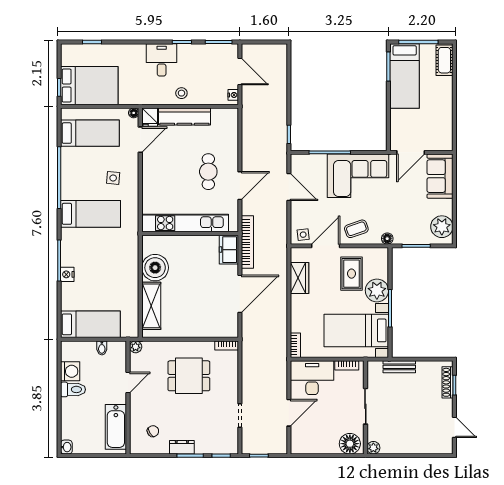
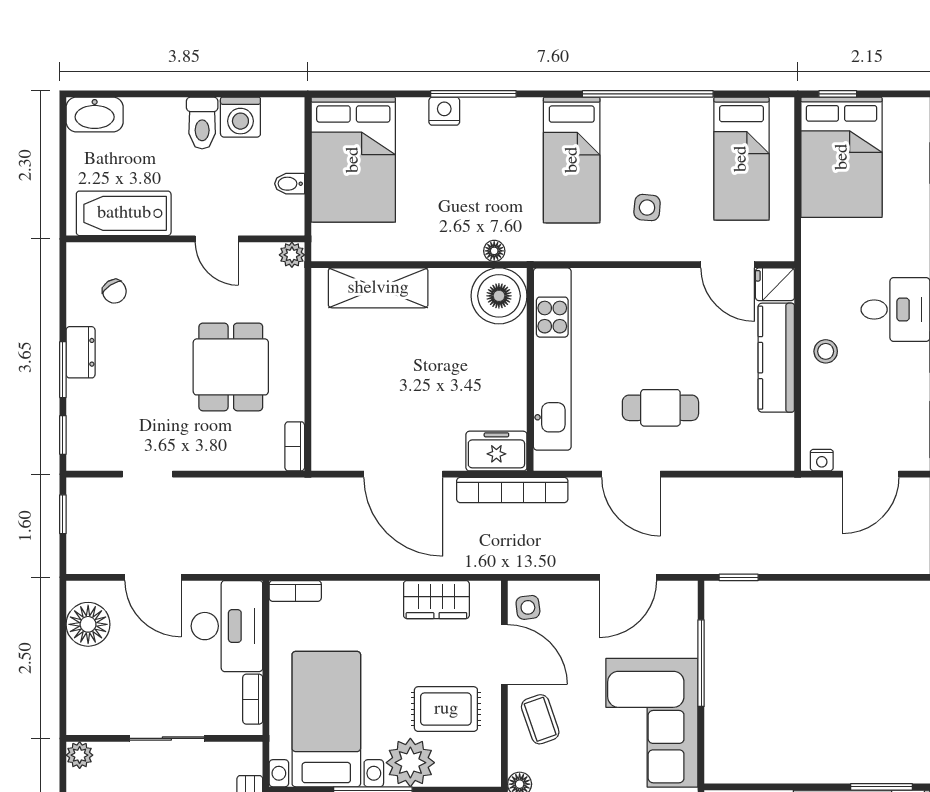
floor lamp: (134, 113) -> (494, 251), moved
boiler: (155, 268) -> (499, 296), moved
bed: (90, 324) -> (353, 160), width x1.50
floor lamp: (350, 444) -> (88, 624), moved
washbasin: (66, 447) -> (95, 115), width x1.91, depth x1.45

